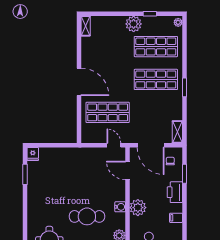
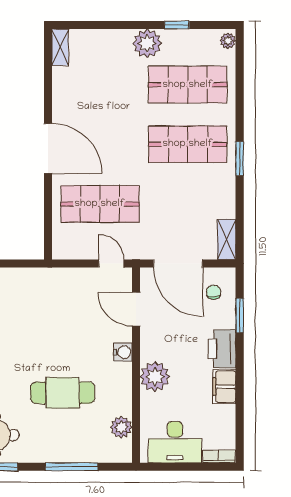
water cooler: (120, 207) -> (123, 352), moved
filing cabinet: (176, 218) -> (224, 387), width x2.00

